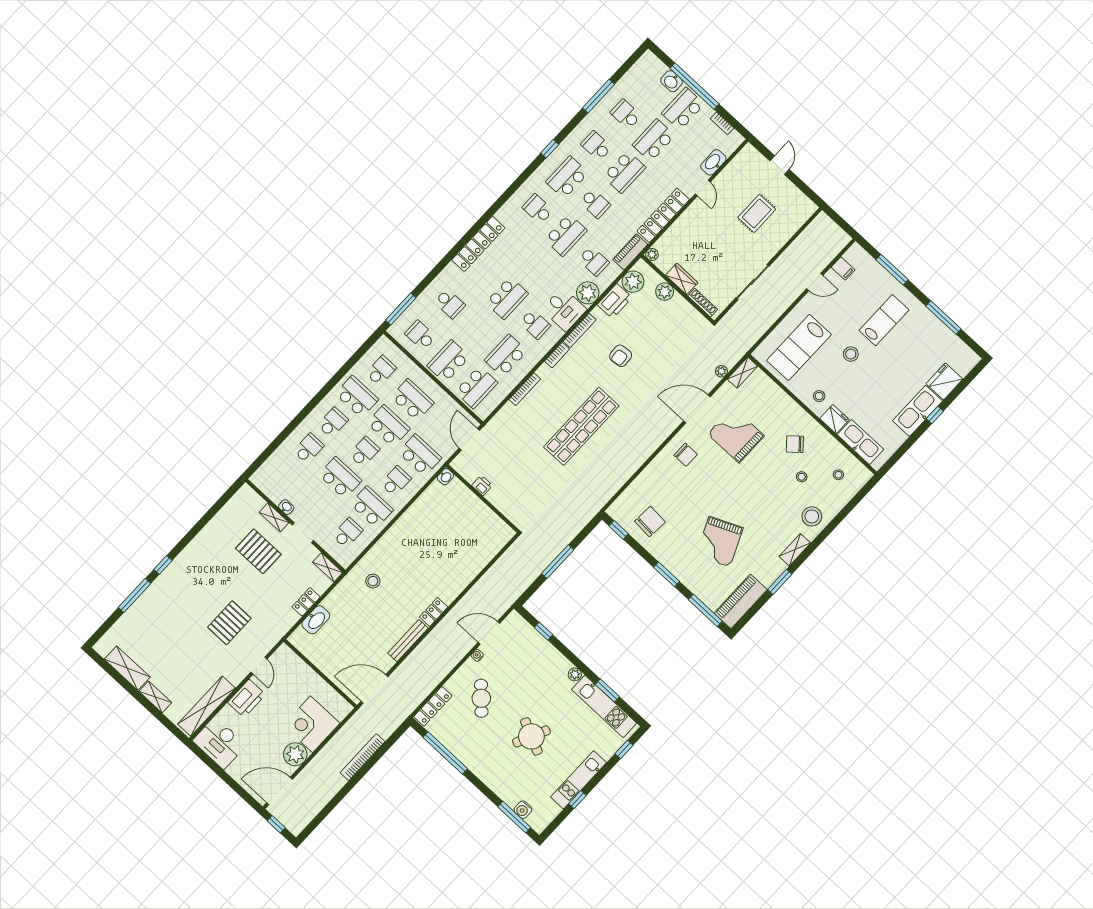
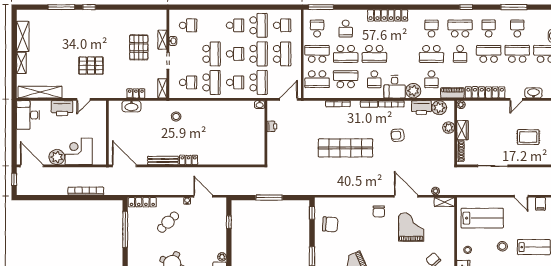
school desk: (624, 172) -> (489, 54), turned 180
school desk: (478, 330) -> (346, 54), added
lab bench: (799, 347) -> (482, 218), turned 180
school desk: (309, 448) -> (188, 25), moved

